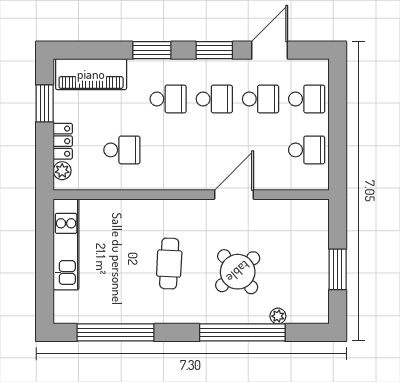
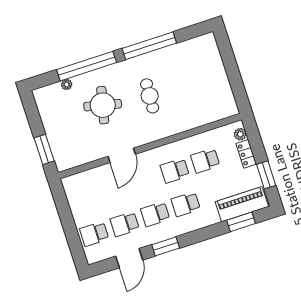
window: (152, 50) -> (241, 222), moved
school desk: (307, 150) -> (175, 171), moved
kitchen unit: (66, 244) -> (222, 86), removed
window: (338, 269) -> (44, 149), moved
round table: (238, 272) -> (103, 105), turned -36
window: (115, 332) -> (149, 46), moved

